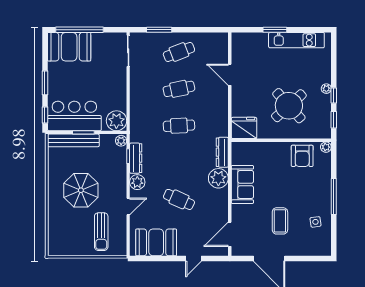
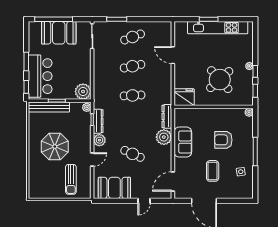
kitchen unit: (296, 40) -> (218, 28), width x1.36
booth: (69, 47) -> (59, 33), moved
bar counter: (74, 116) -> (40, 76), moved, turned 90
armchair: (302, 156) -> (223, 140), moved, turned 90

